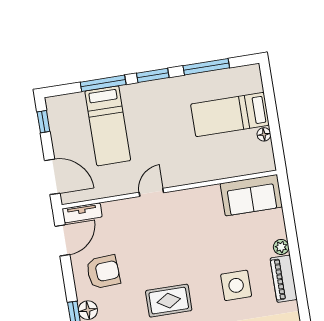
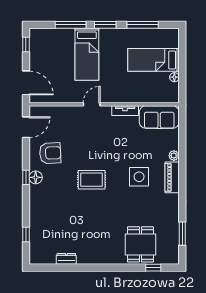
bed: (108, 126) -> (87, 54), moved
tv unit: (82, 213) -> (125, 111), moved

